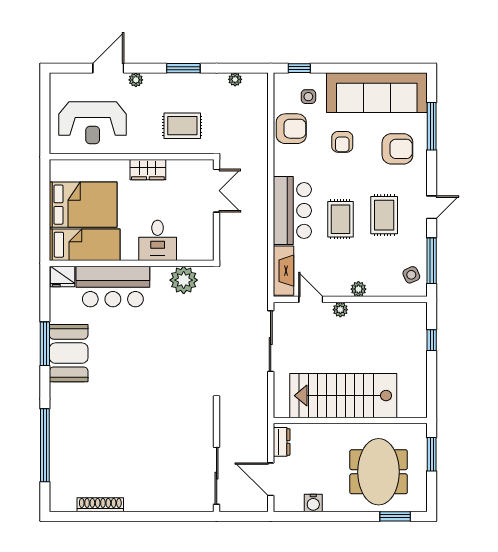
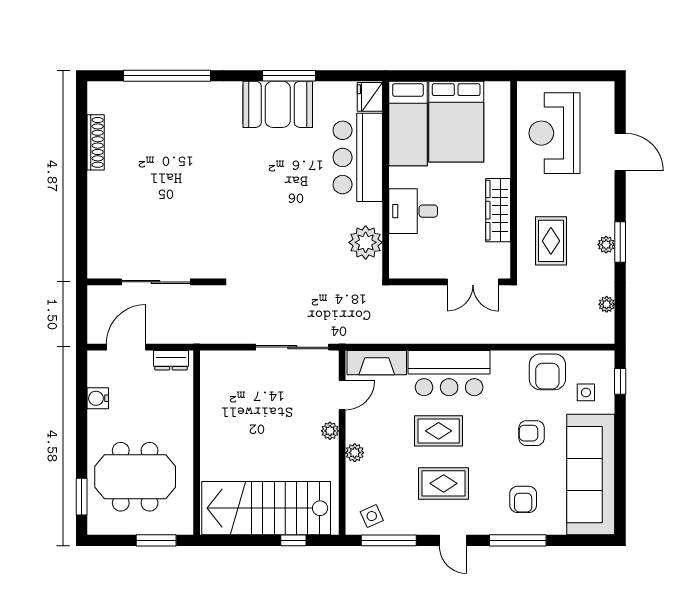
plant: (136, 80) -> (606, 245), moved
window: (432, 126) -> (518, 540), moved
armchair: (397, 149) -> (523, 499), width x0.72, depth x0.72
wardrobe: (148, 170) -> (498, 210), width x1.50
stairs: (343, 396) -> (266, 508), moved, turned -90
sliding door: (217, 476) -> (156, 282), moved

